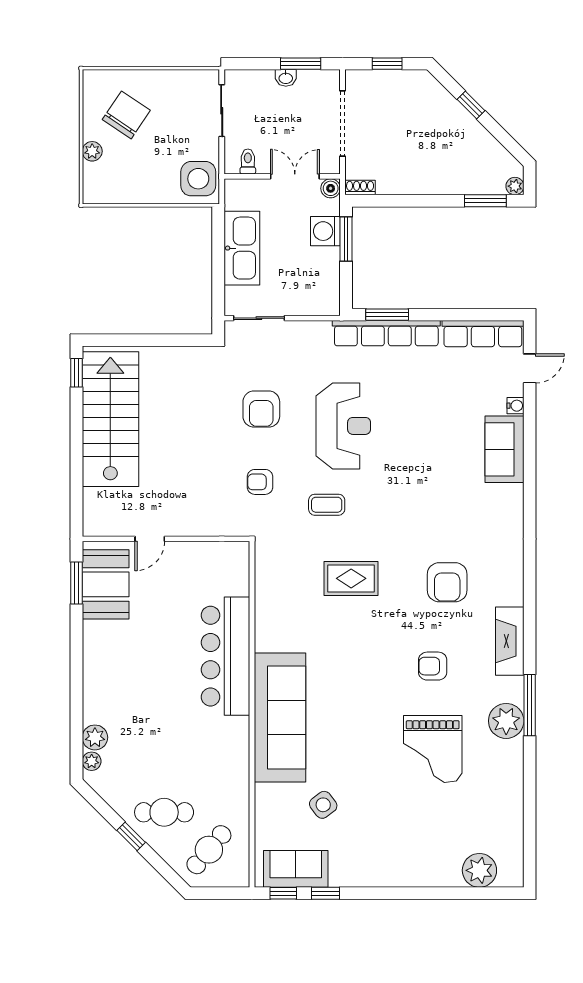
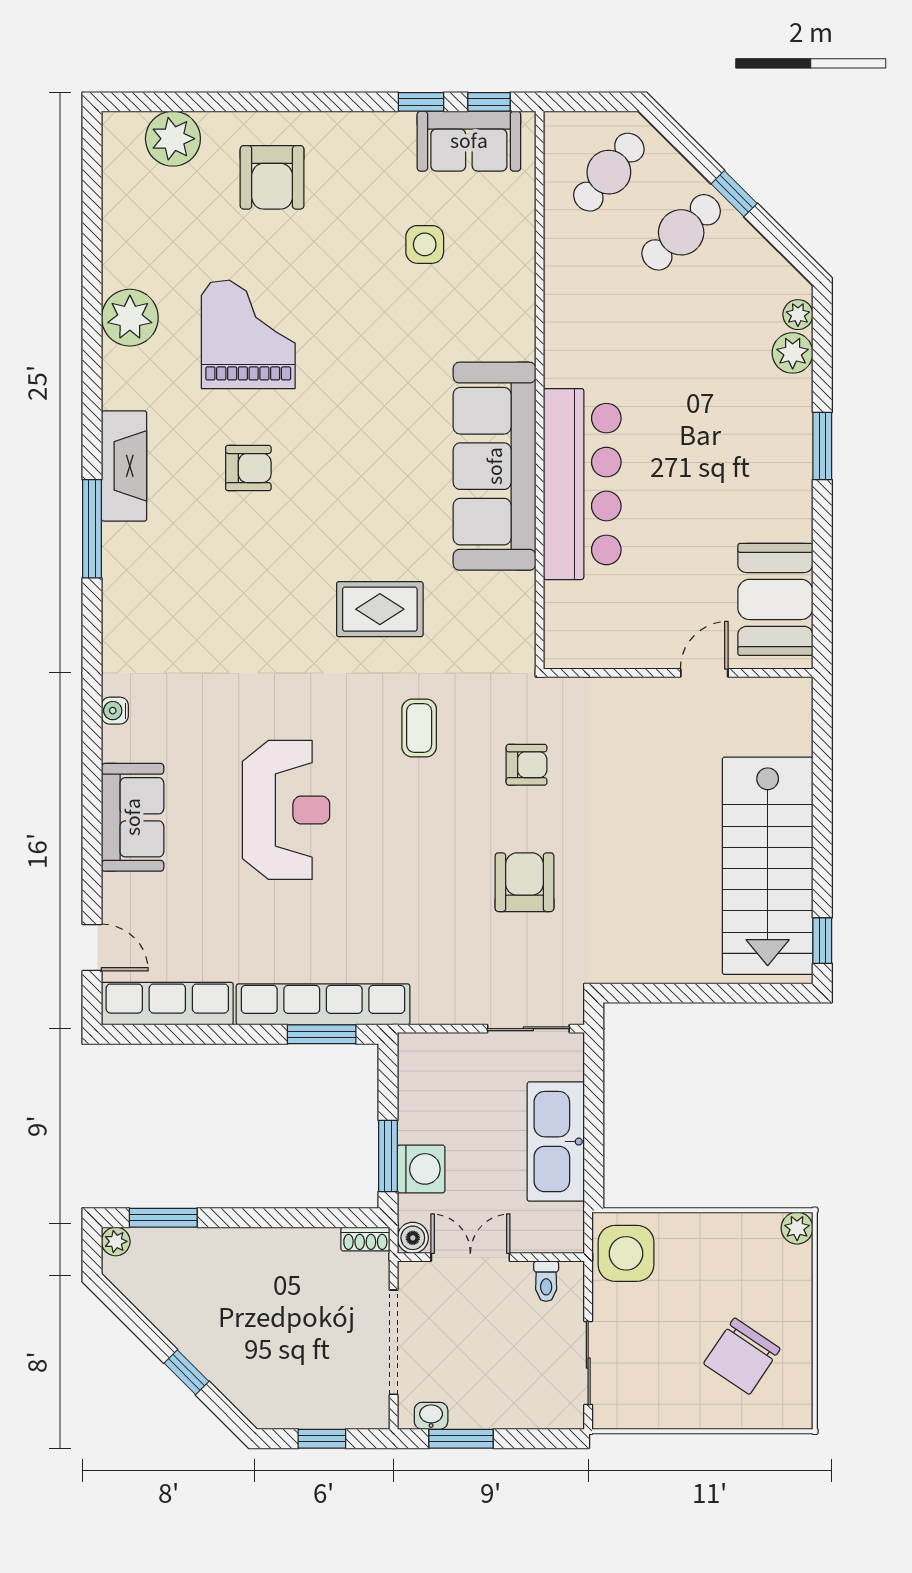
washbasin: (286, 78) -> (431, 1416), moved
plant: (92, 151) -> (797, 1228), moved
double door: (295, 176) -> (470, 1257), swing flipped
door: (530, 368) -> (92, 948), swing flipped
water cooler: (515, 406) -> (115, 711), moved
reception desk: (343, 426) -> (286, 810), moved, turned 180
coffee table: (327, 505) -> (419, 728), turned 90
armchair: (447, 582) -> (272, 177), moved, turned 180
window: (76, 583) -> (822, 446), moved
fireplace: (510, 641) -> (124, 466), moved
window: (530, 705) -> (92, 529), moved
sofa: (280, 718) -> (495, 466), moved
plant: (506, 721) -> (130, 318), moved
side table: (323, 805) -> (425, 244), turned 37
cafe table: (164, 812) -> (681, 232), turned -43

